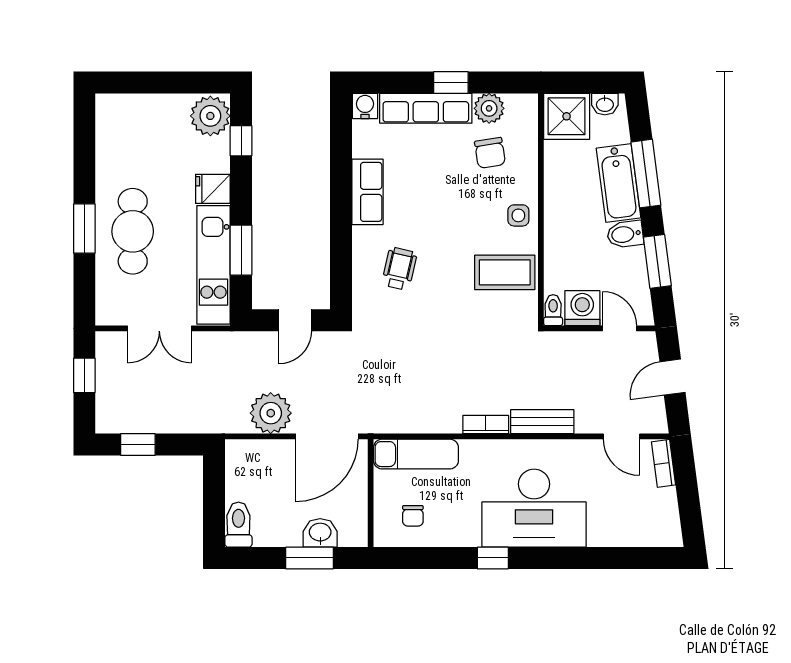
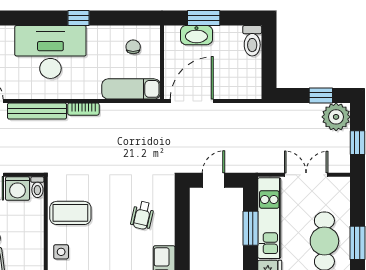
plant: (271, 413) -> (336, 117), moved
bench: (542, 422) -> (37, 111), width x1.36
washbasin: (320, 533) -> (196, 35), width x1.38

